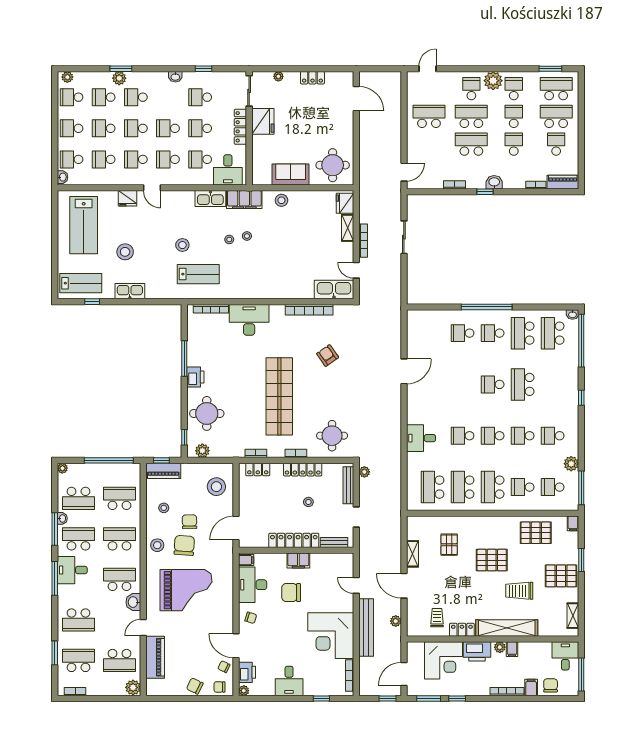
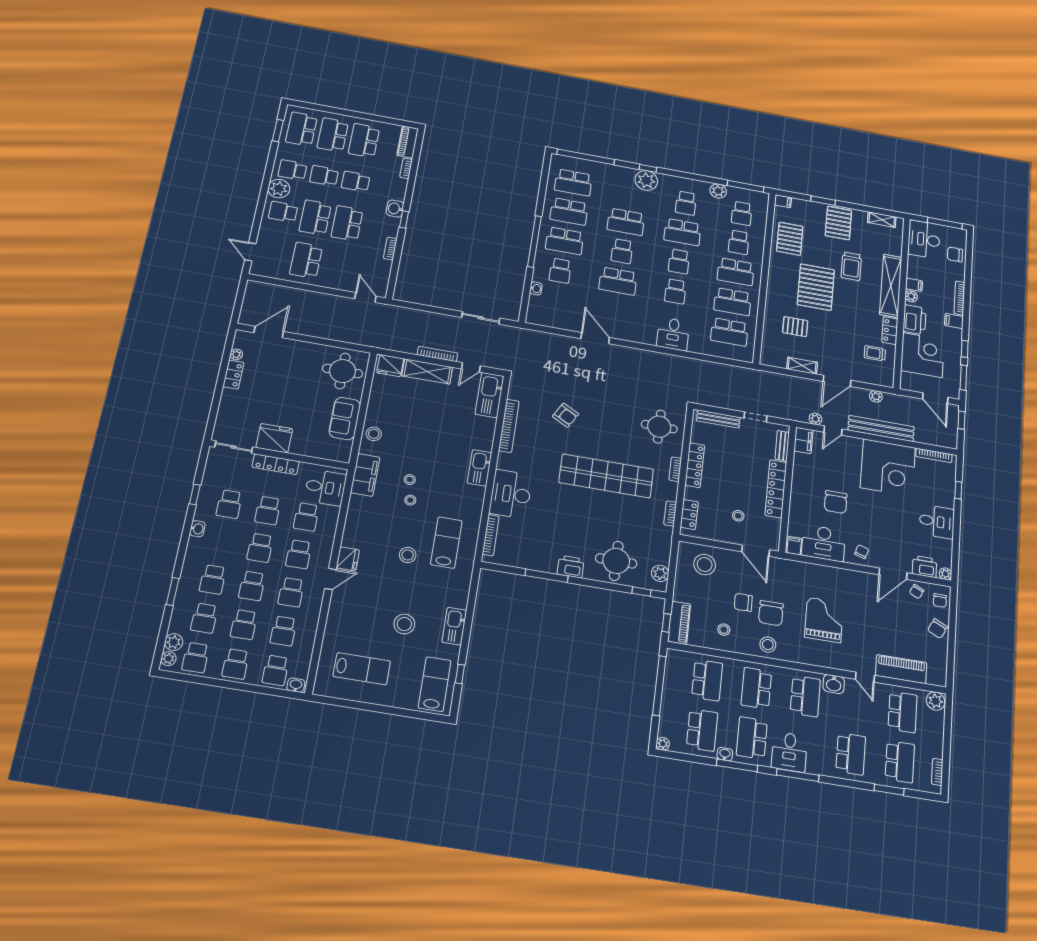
plant: (278, 76) -> (236, 354), moved
plant: (119, 78) -> (174, 642), moved
school desk: (556, 144) -> (364, 141), width x1.85
fridge: (128, 198) -> (348, 559), moved
kitchen sink: (210, 199) -> (479, 468), moved, turned 180
lab bench: (84, 225) -> (362, 669), width x0.73, depth x0.72
shelving: (348, 228) -> (427, 371), width x1.50, depth x1.33
sliding door: (404, 237) -> (481, 318), moved
washbasin: (572, 314) -> (536, 288), moved
school desk: (493, 333) -> (565, 241), width x1.85
armchair: (328, 356) -> (566, 415), turned -116
school desk: (463, 384) -> (618, 281), added
plant: (568, 398) -> (646, 180), added
school desk: (523, 436) -> (682, 232), width x1.85
plant: (364, 472) -> (815, 419), moved
school desk: (119, 498) -> (707, 680), turned 180
stool: (308, 502) -> (738, 516), moved
chair: (184, 545) -> (771, 613), turned -94
filing cabinet: (298, 560) -> (803, 440), moved
pallet: (492, 560) -> (816, 287), width x1.37, depth x1.41
school desk: (119, 579) -> (805, 696), turned 180
grand piano: (186, 590) -> (824, 620), width x0.73, depth x0.68
desk: (565, 656) -> (924, 239), width x1.37
school desk: (78, 660) -> (900, 762), turned 180
filing cabinet: (531, 688) -> (954, 321), moved

